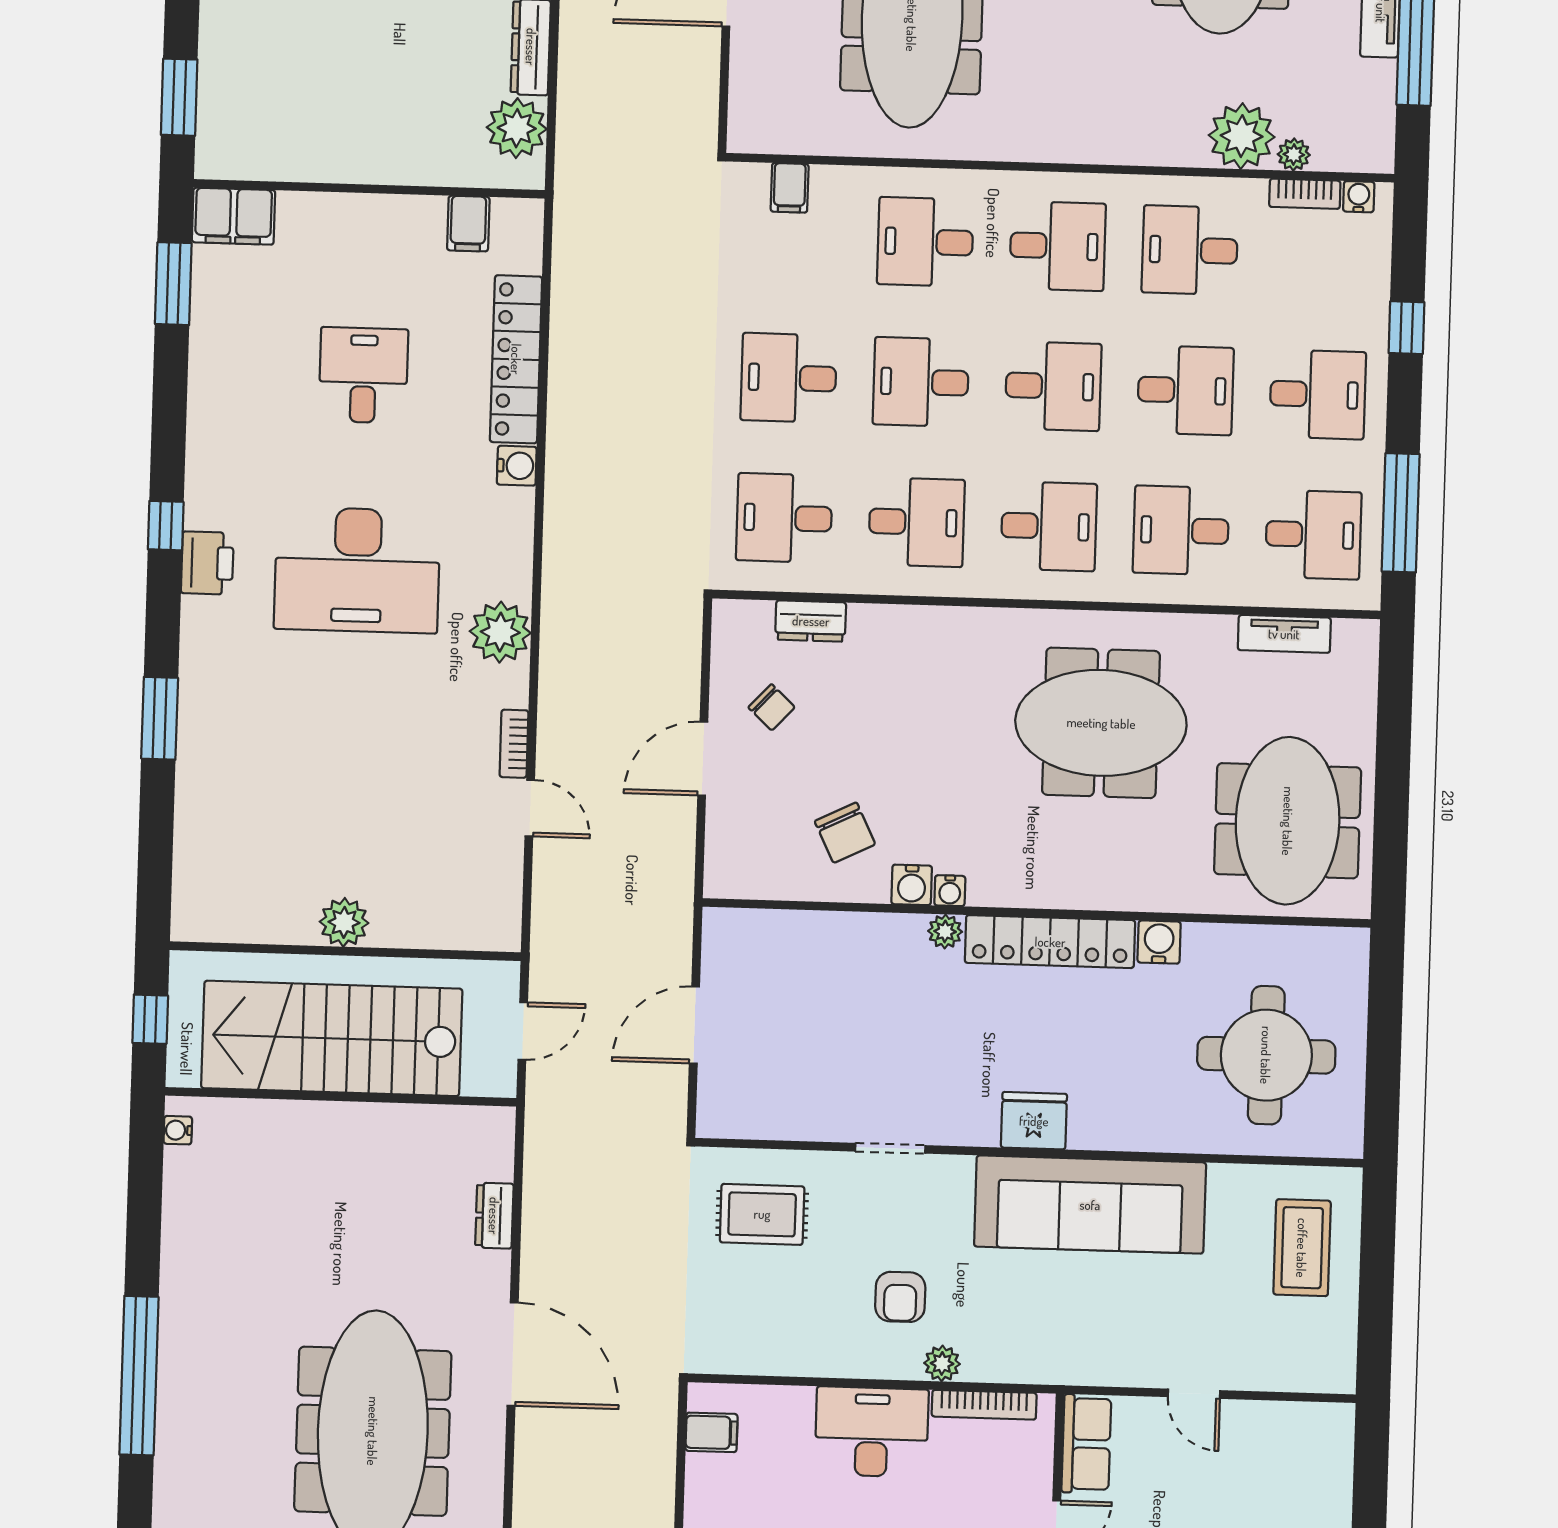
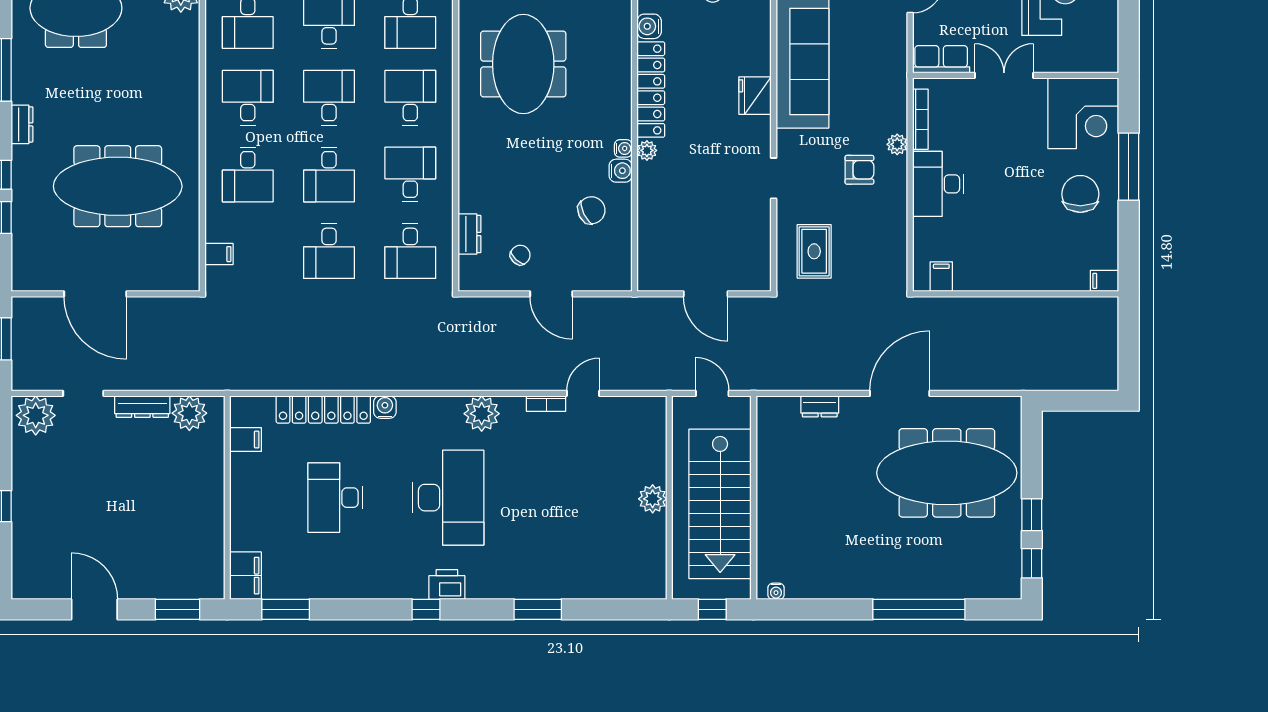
desk: (363, 375) -> (335, 498), width x1.37

